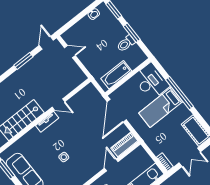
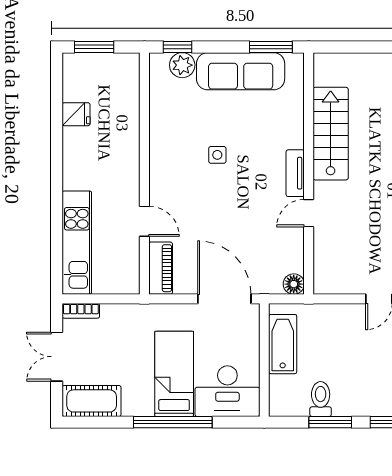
floor lamp: (90, 89) -> (294, 284), added

